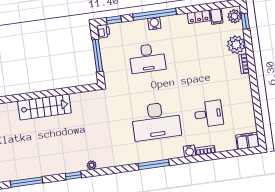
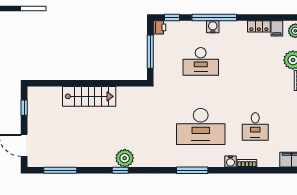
desk: (209, 114) -> (255, 126), turned 90
plant: (92, 165) -> (125, 158), width x1.88, depth x1.88
window: (73, 176) -> (120, 170), moved

